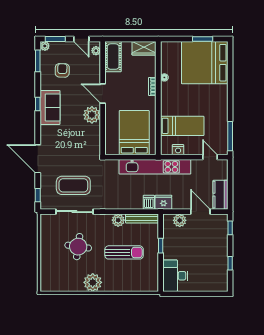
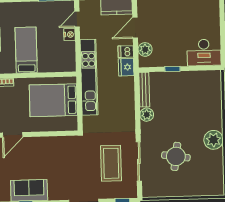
plant: (92, 115) -> (36, 146), removed
bed: (182, 126) -> (26, 50), moved
nightstand: (178, 150) -> (70, 34), moved
dishwasher: (149, 202) -> (126, 52), moved
sun lounger: (124, 252) -> (181, 108), removed

